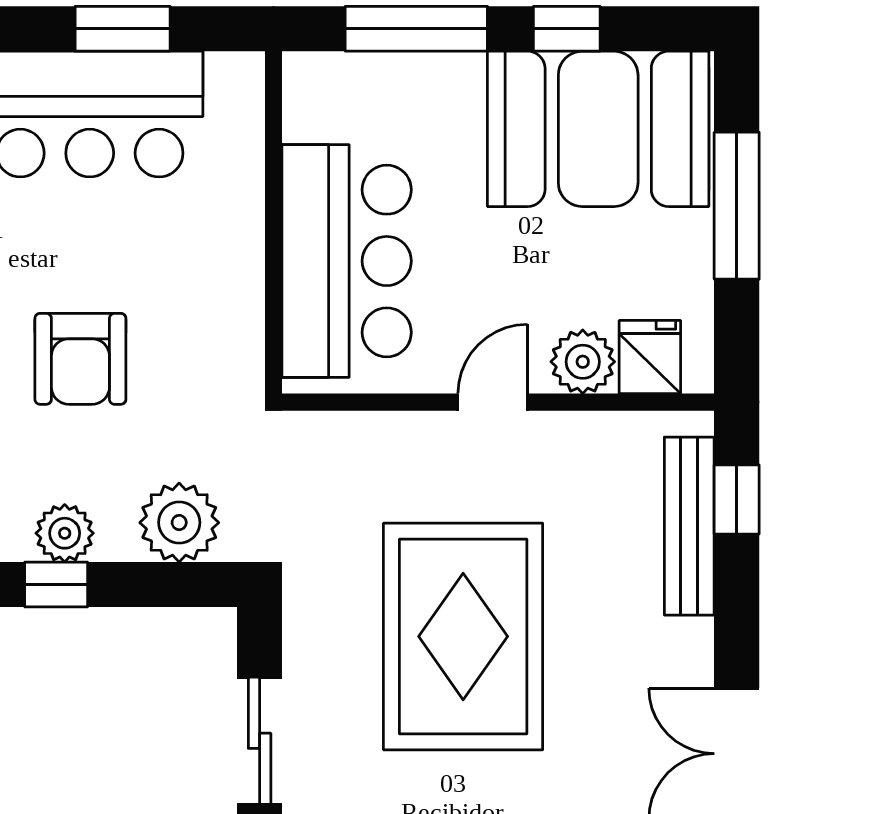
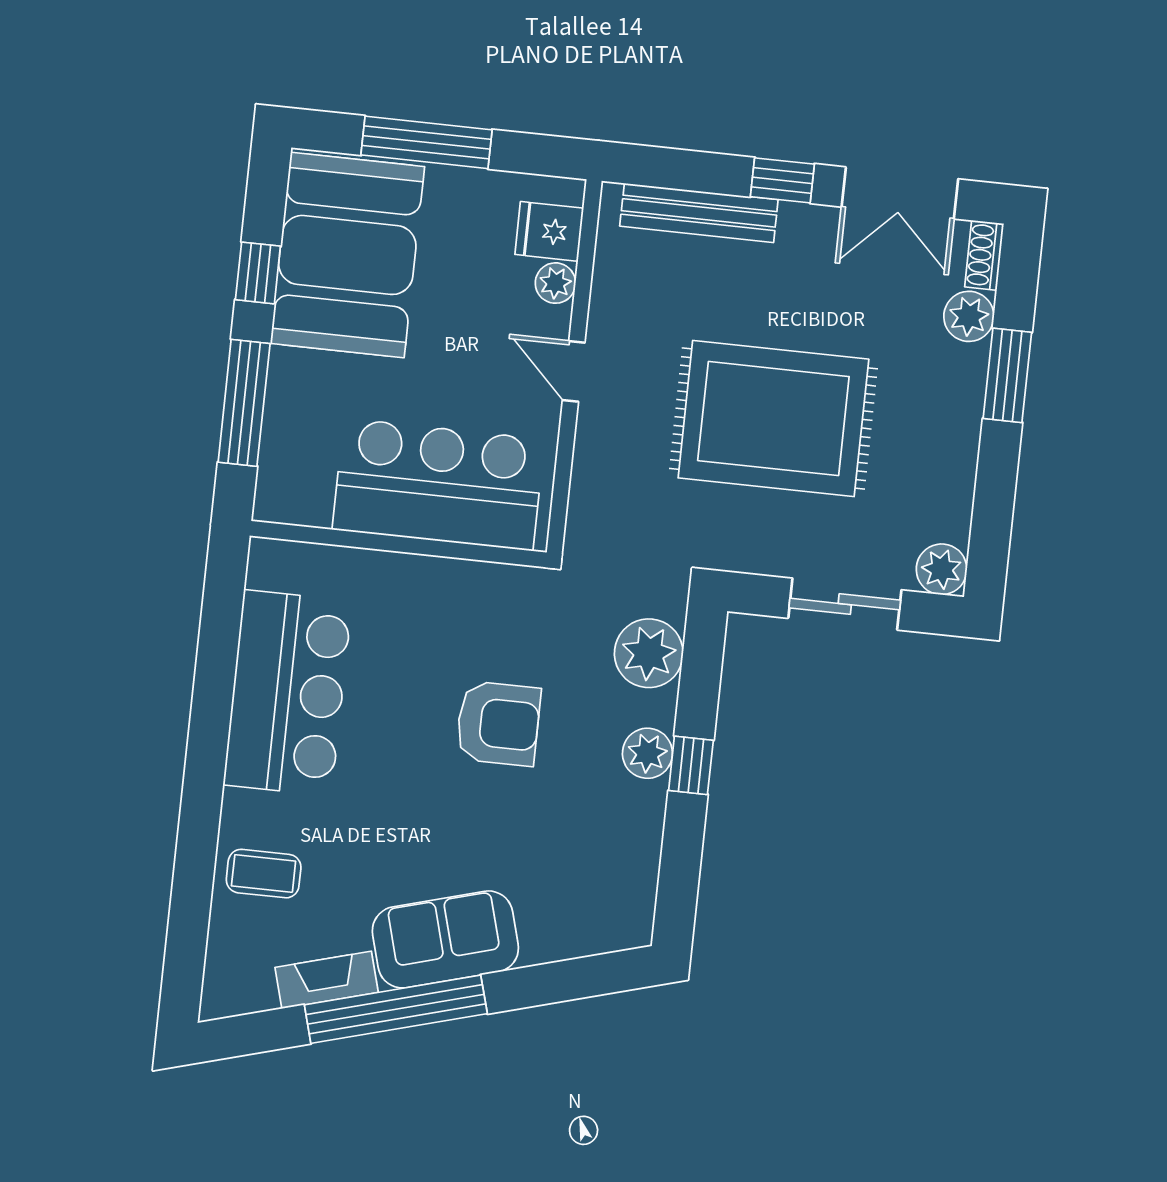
window: (123, 29) -> (217, 657), removed
plant: (583, 362) -> (555, 283), width x0.73, depth x0.73
window: (737, 499) -> (782, 180), moved

